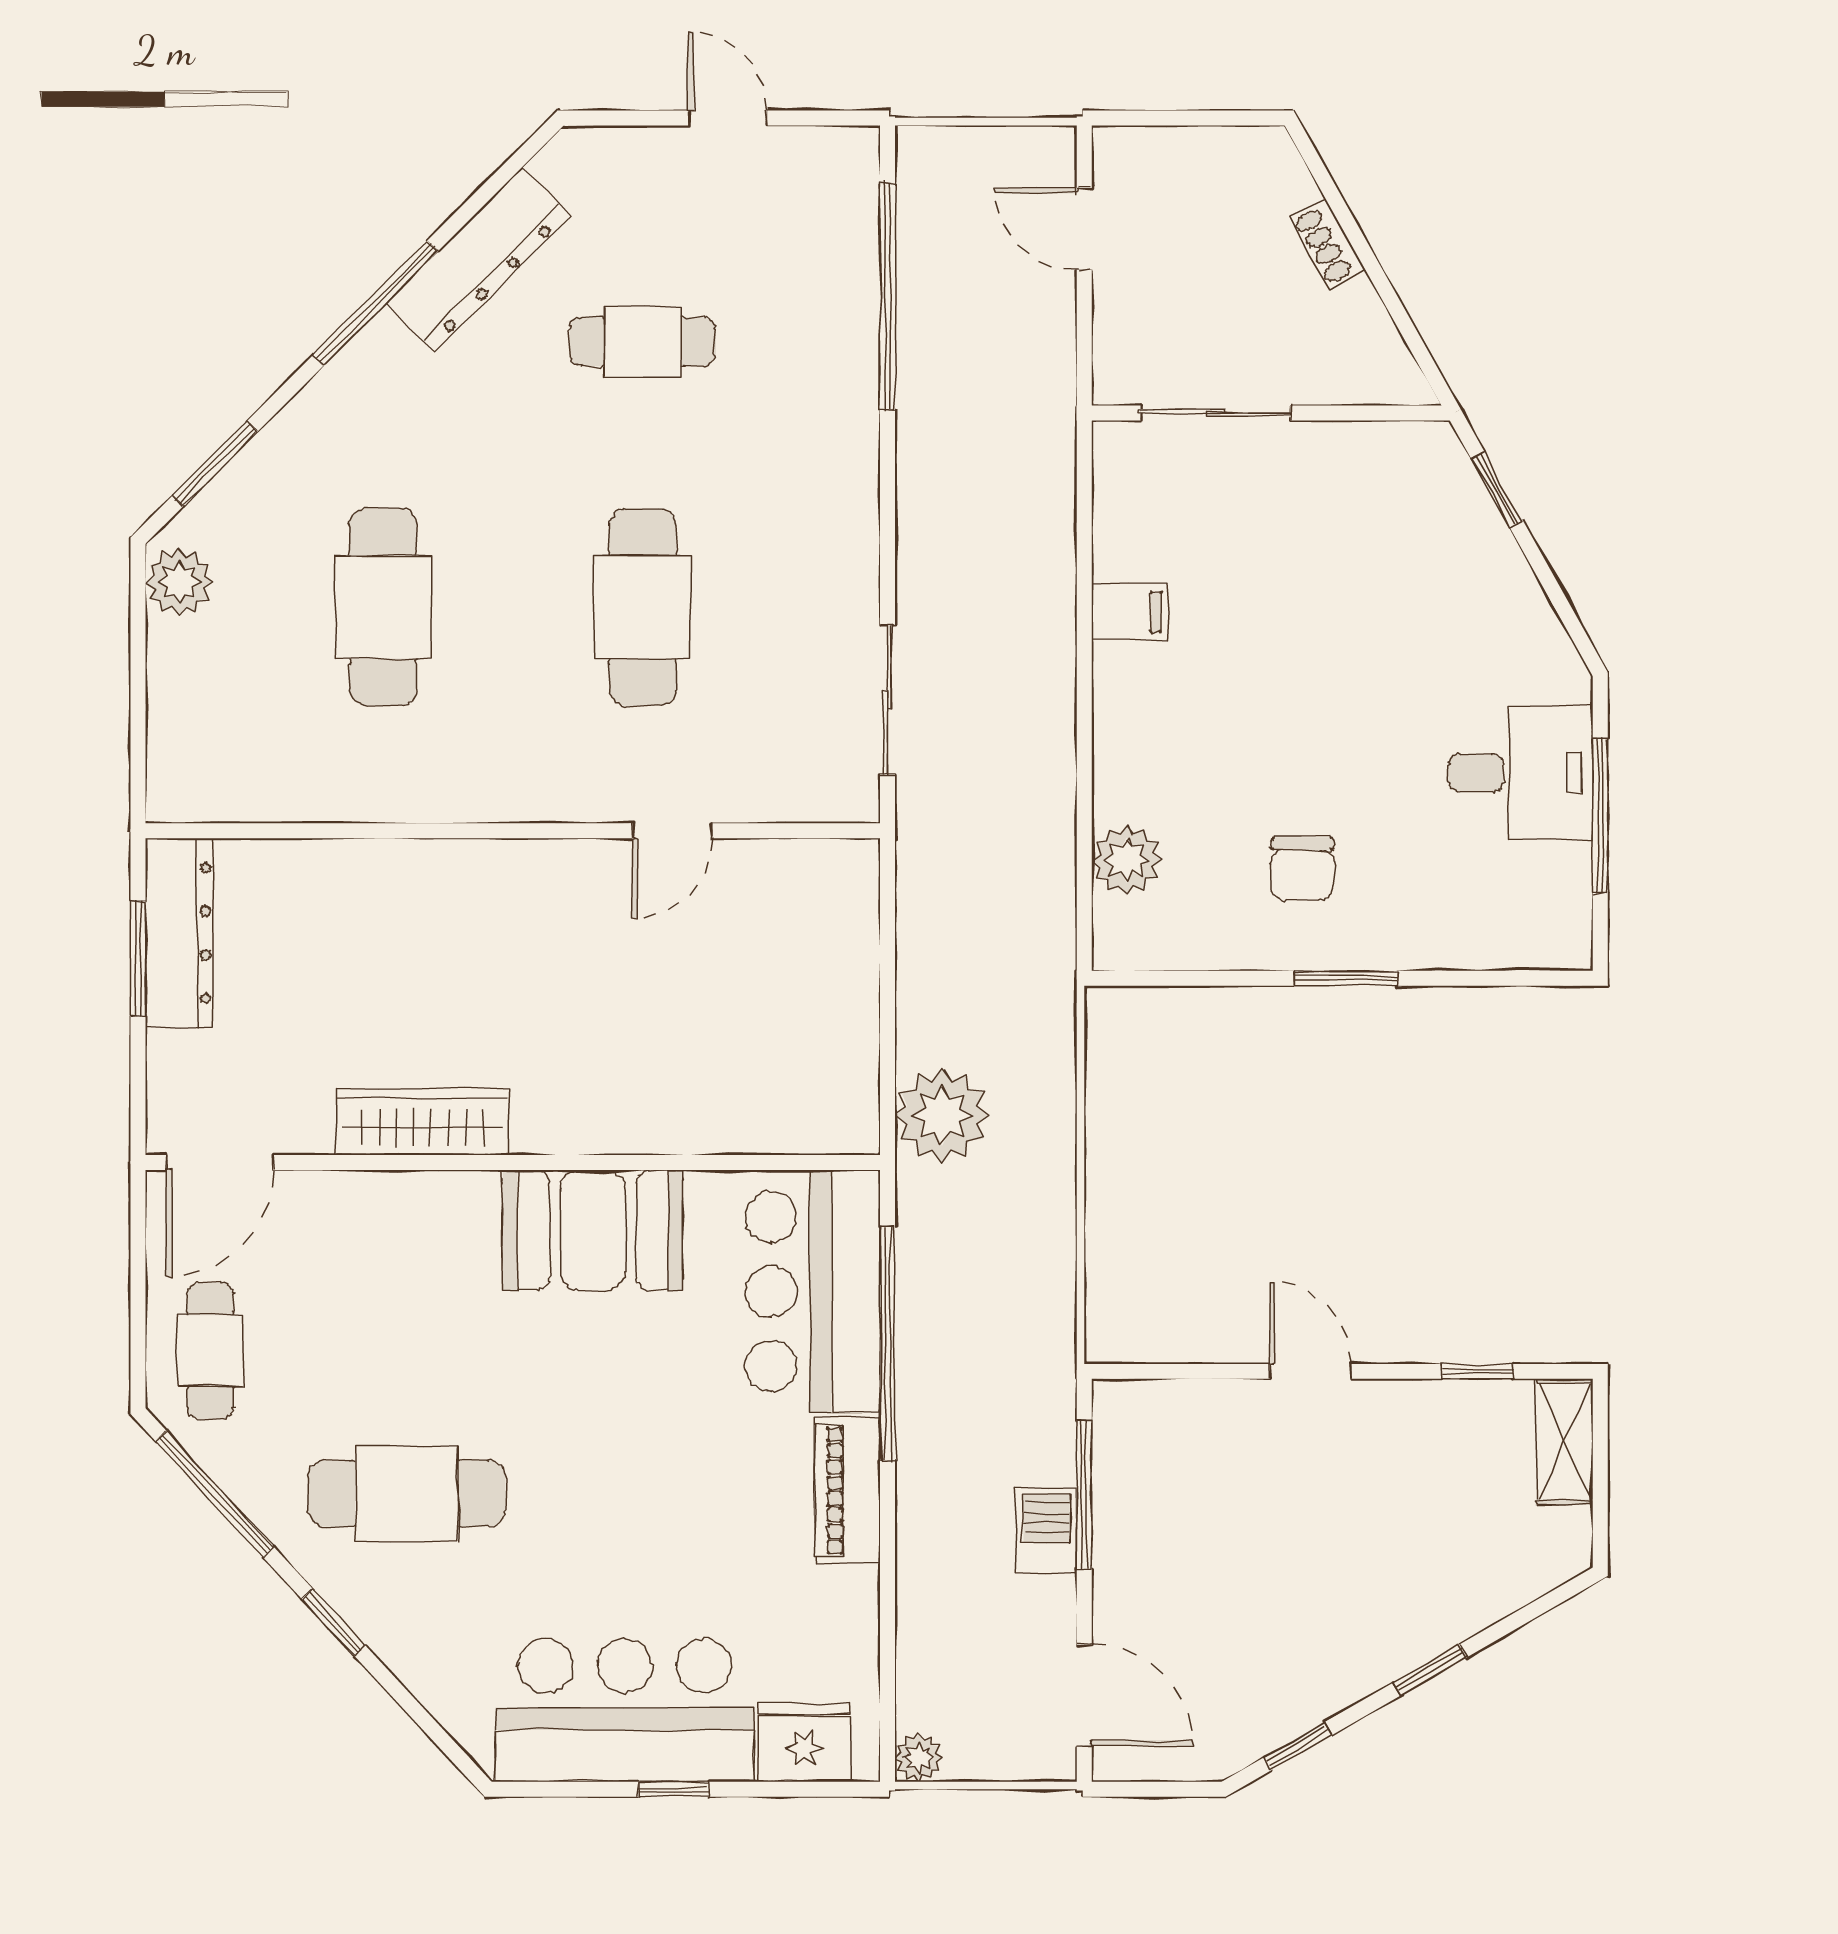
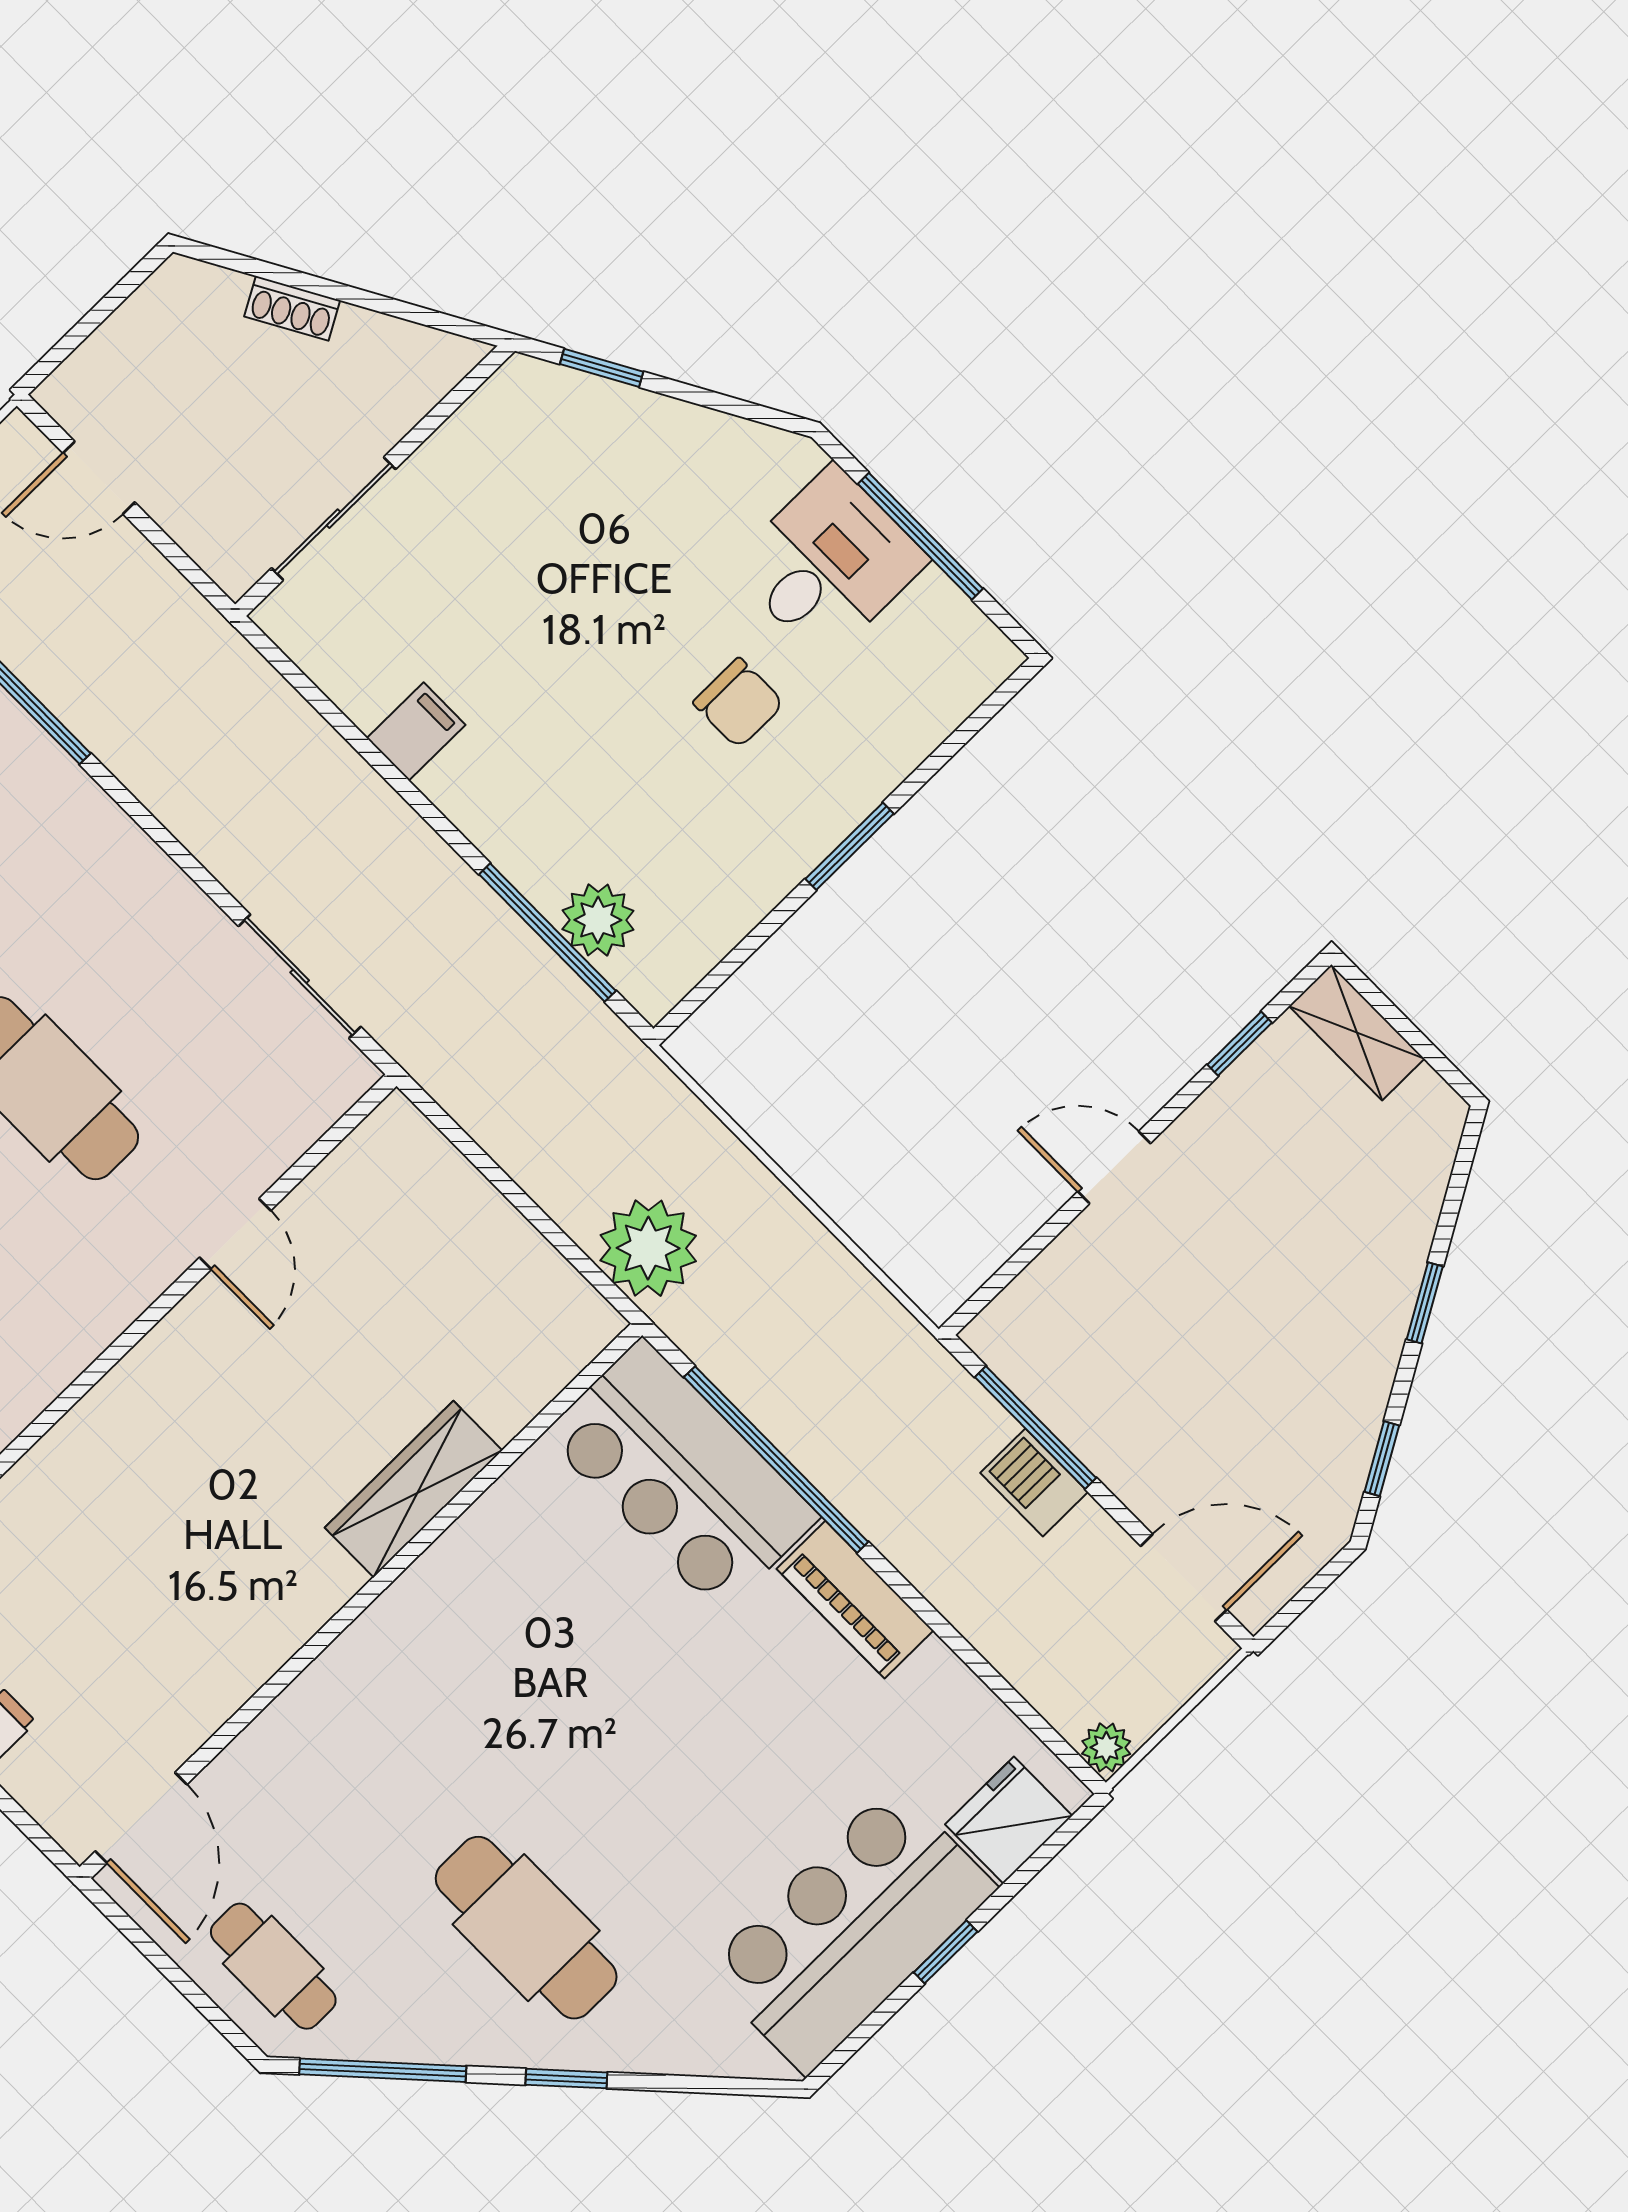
window: (1084, 835) -> (547, 933), added
chair: (1302, 869) -> (739, 703), moved
wardrobe: (422, 1122) -> (414, 1489), moved
booth: (593, 1230) -> (471, 1593), removed
cafe table: (407, 1493) -> (526, 1928), turned 90

